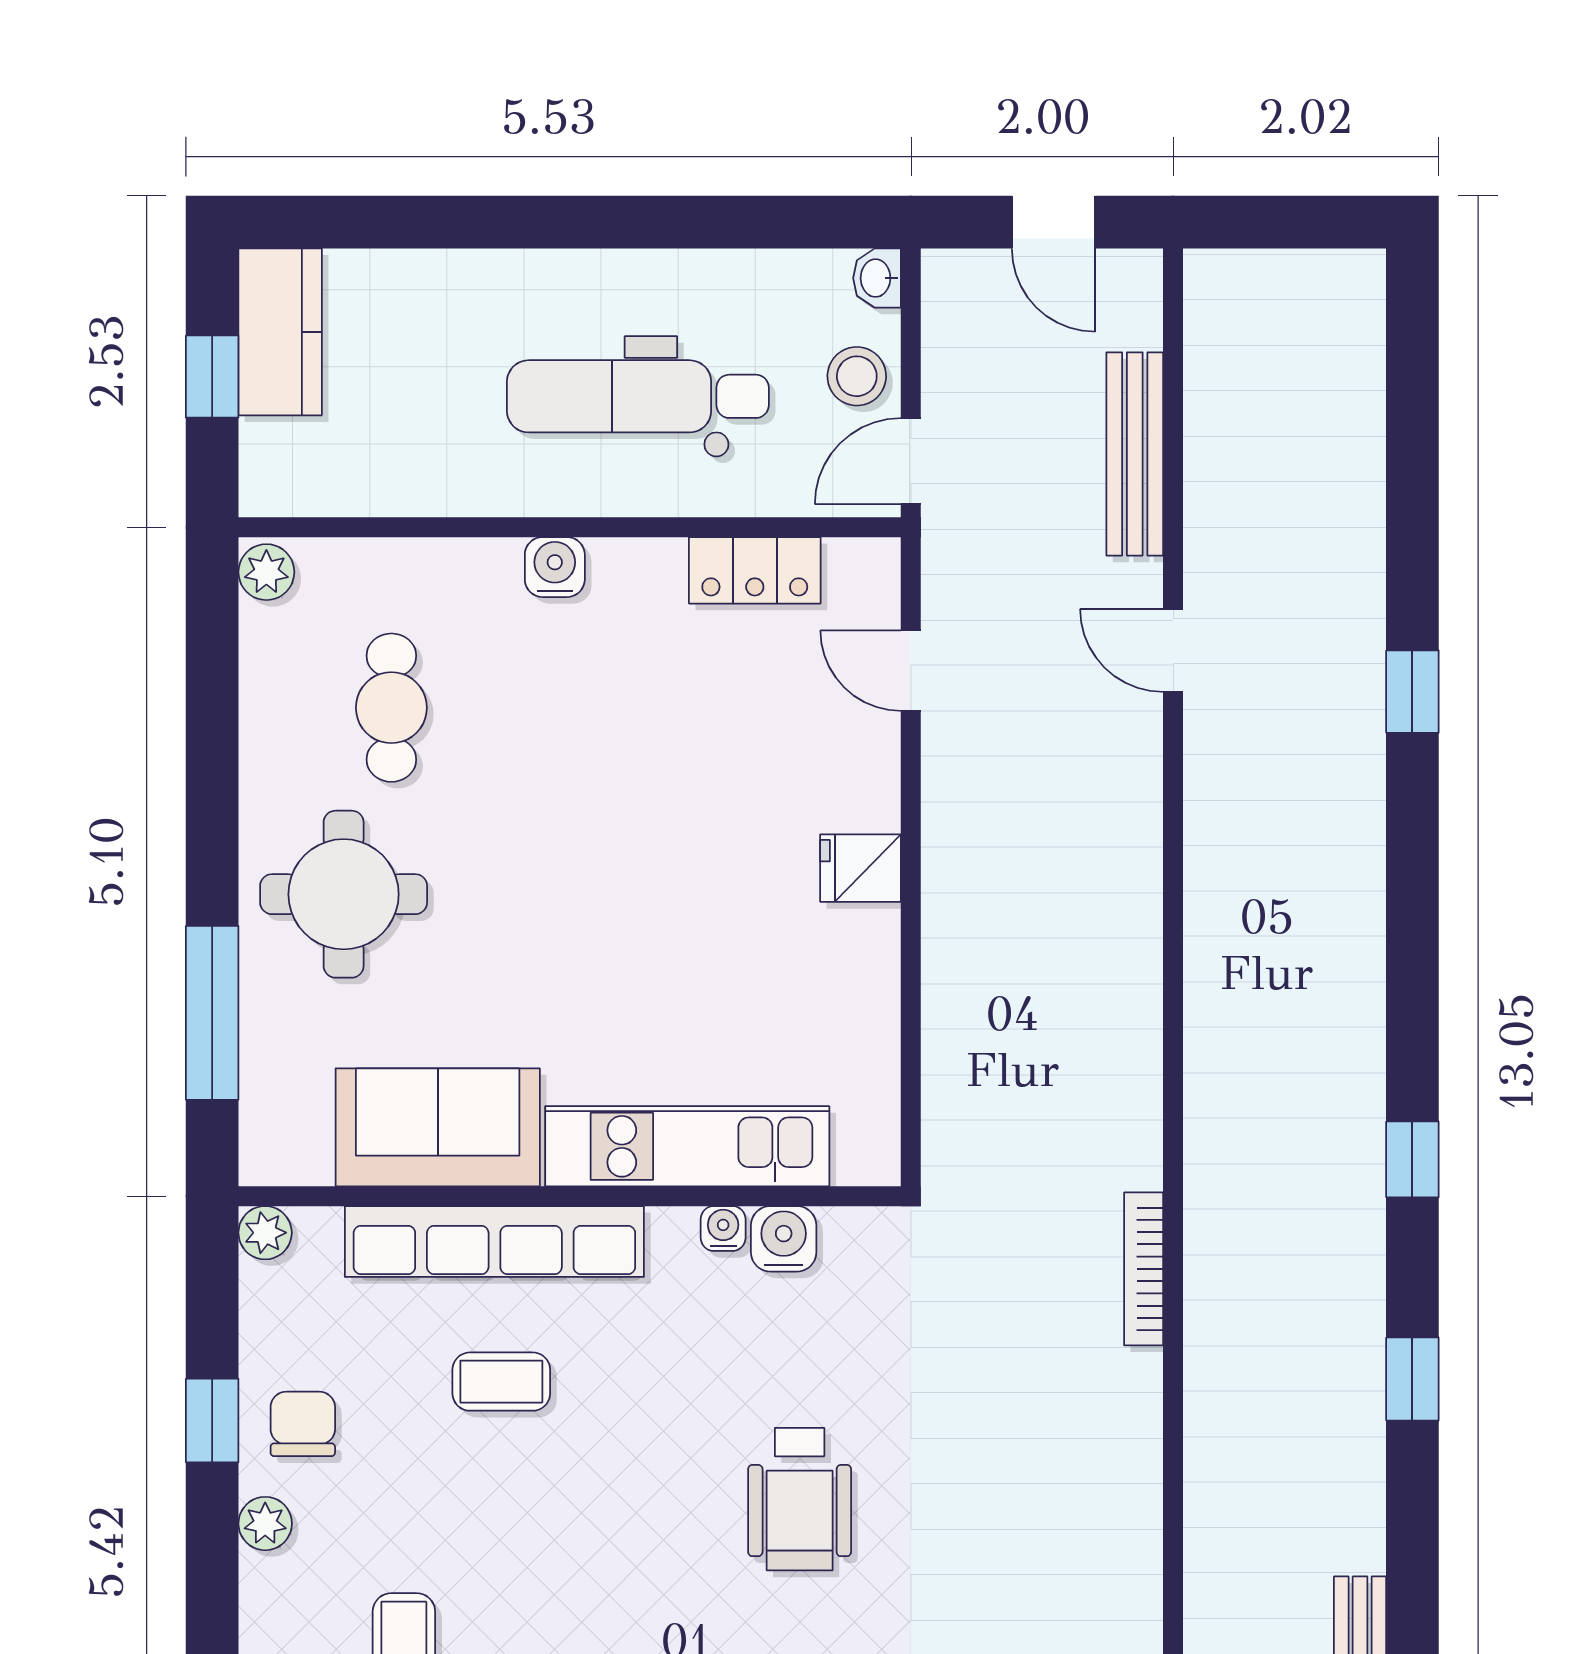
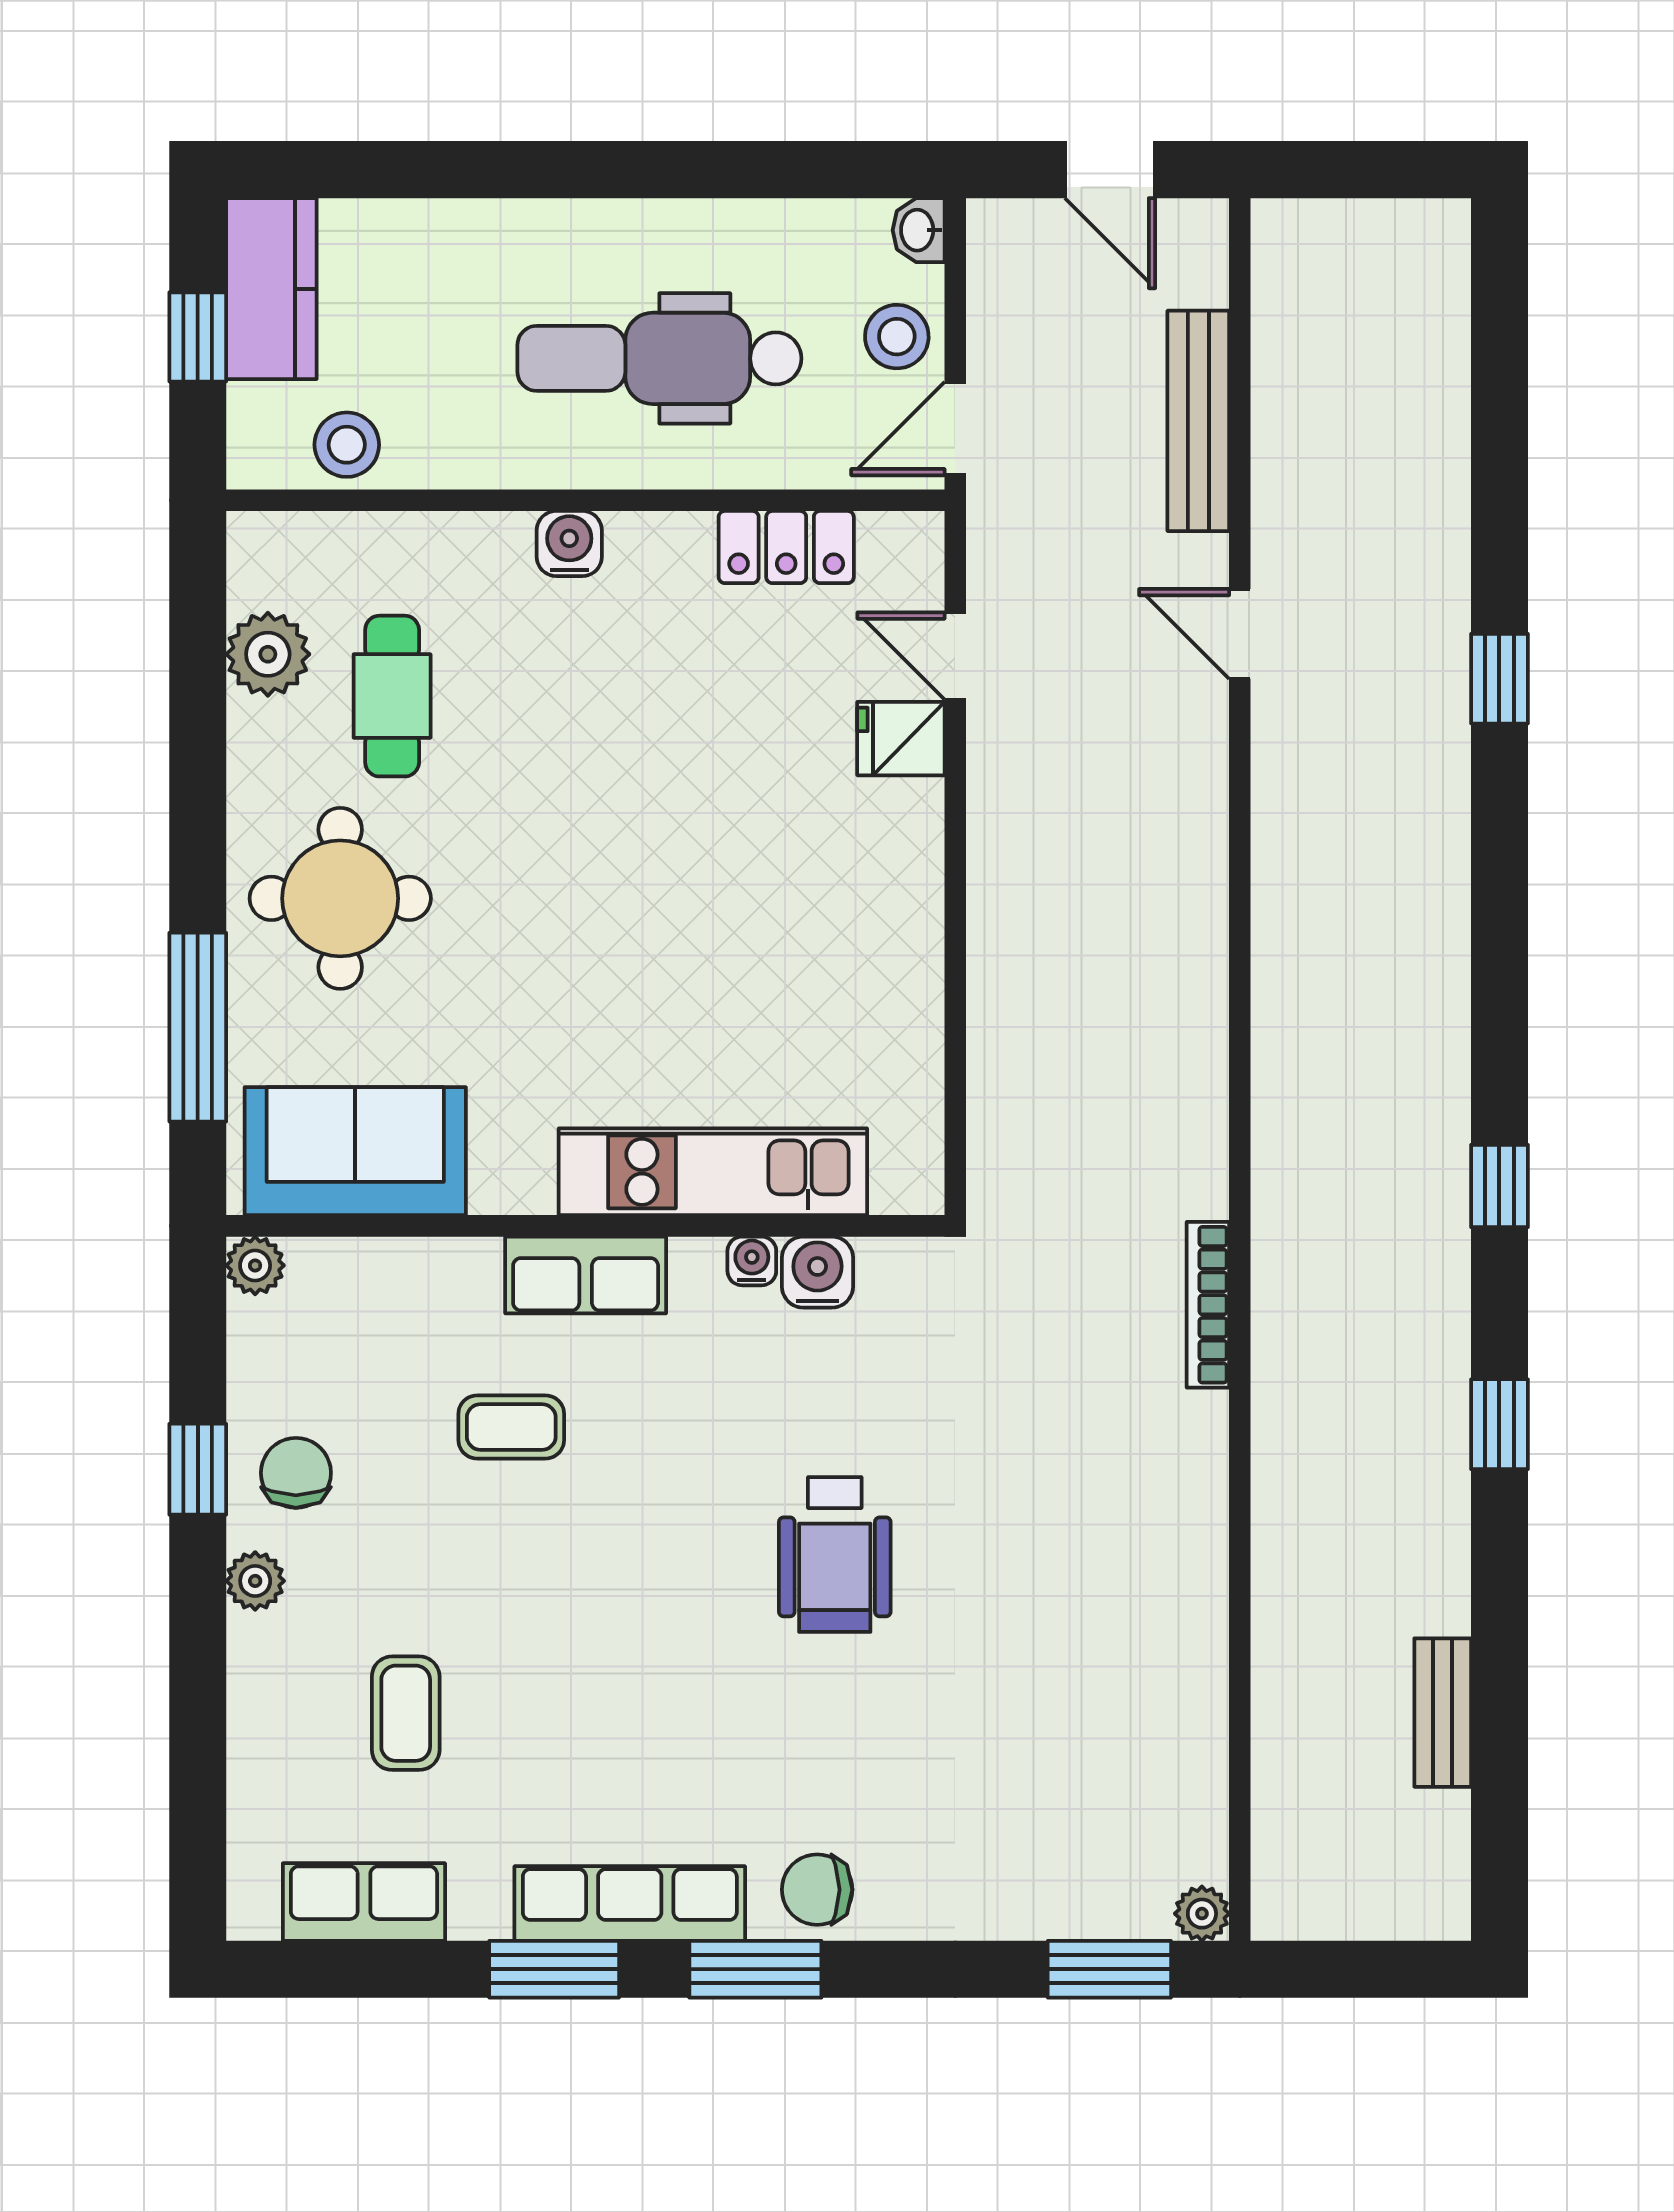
stool: (350, 476) -> (347, 445), added
plant: (266, 572) -> (268, 654), moved, width x1.38, depth x1.38
fridge: (861, 868) -> (901, 739), moved
sofa: (438, 1127) -> (355, 1151), moved
row of seats: (494, 1241) -> (586, 1275), width x0.50

